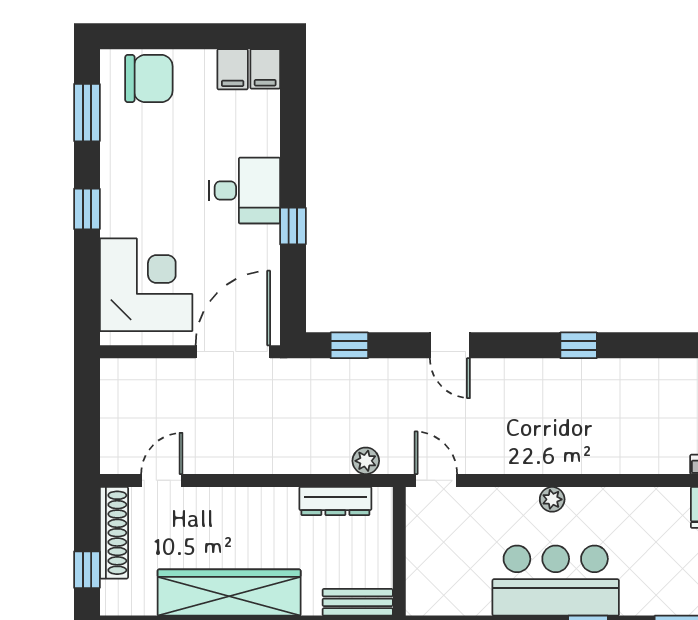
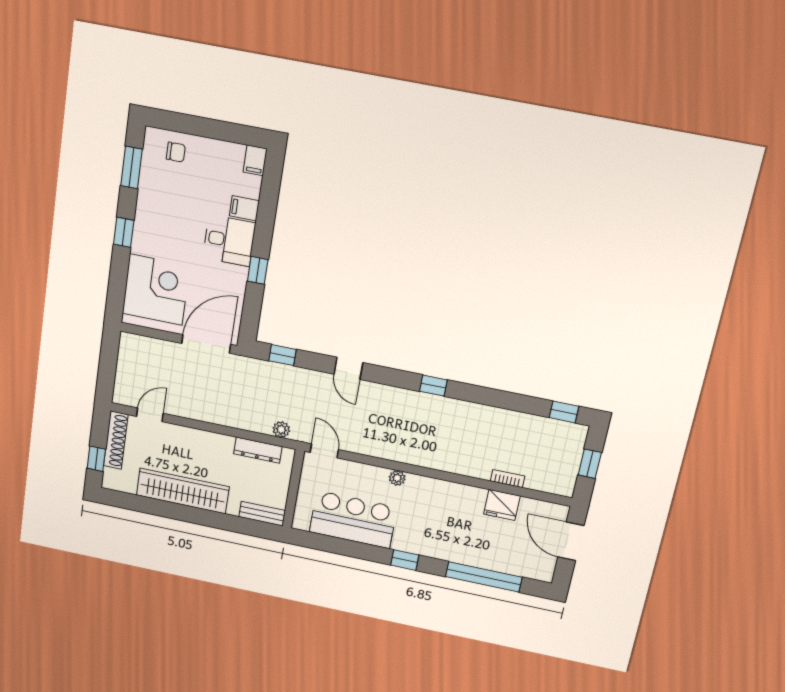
filing cabinet: (233, 69) -> (244, 208), moved, turned 90
chair: (149, 79) -> (176, 152), width x0.54, depth x0.54
bar counter: (556, 581) -> (353, 520), moved

